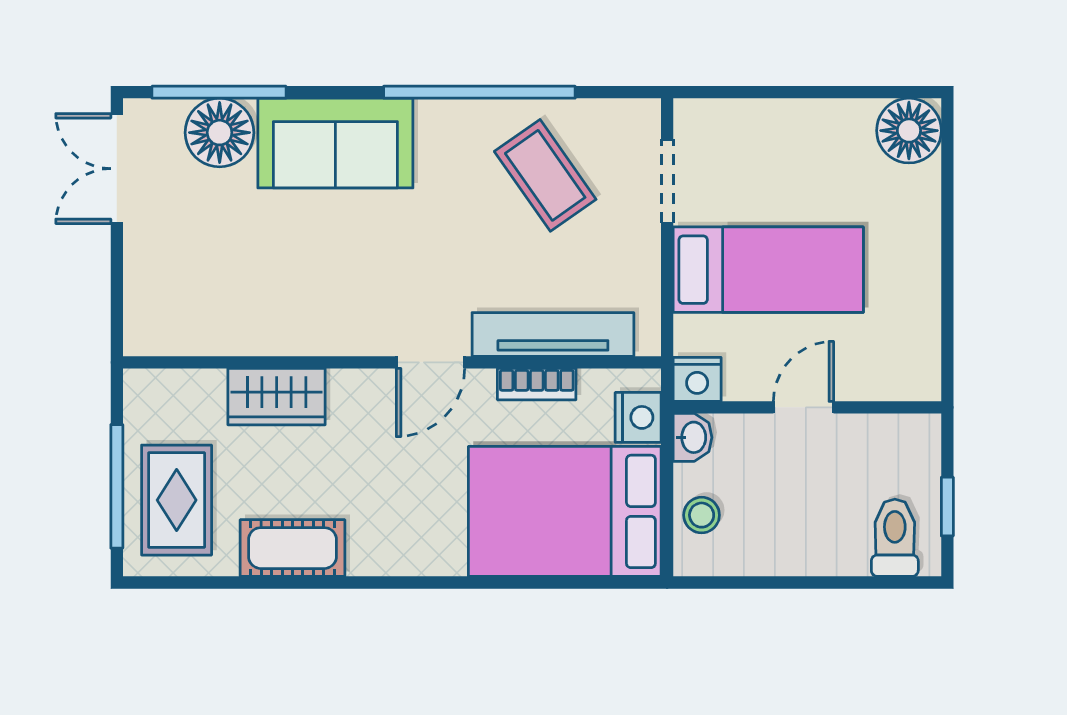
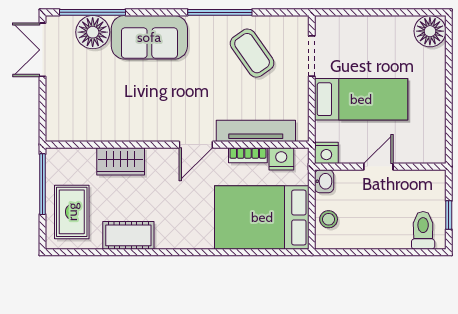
window: (479, 92) -> (220, 12), width x0.68
nightstand: (638, 417) -> (281, 159), moved, turned -90
window: (117, 486) -> (43, 184), moved

